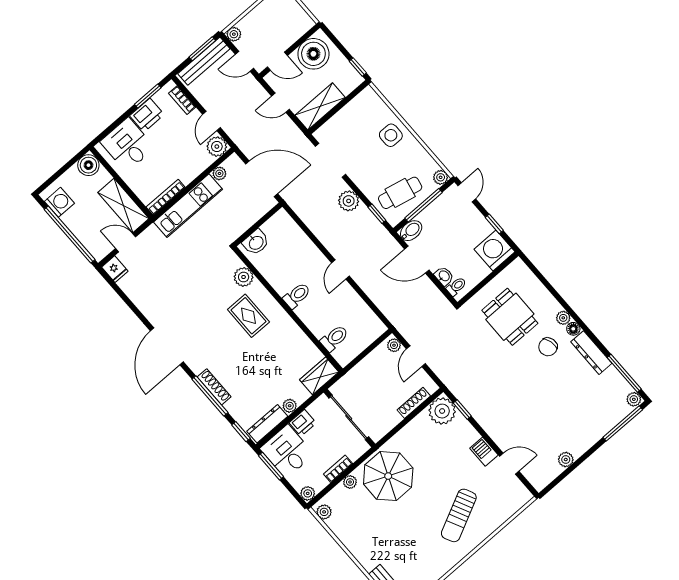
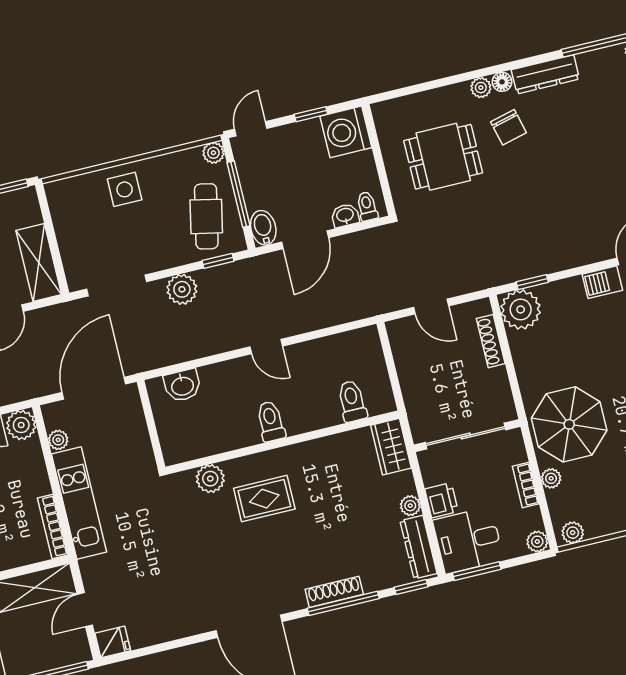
door: (467, 192) -> (251, 129), hinge flipped
washbasin: (256, 242) -> (182, 385), moved, turned 90
plant: (394, 345) -> (402, 328), removed

